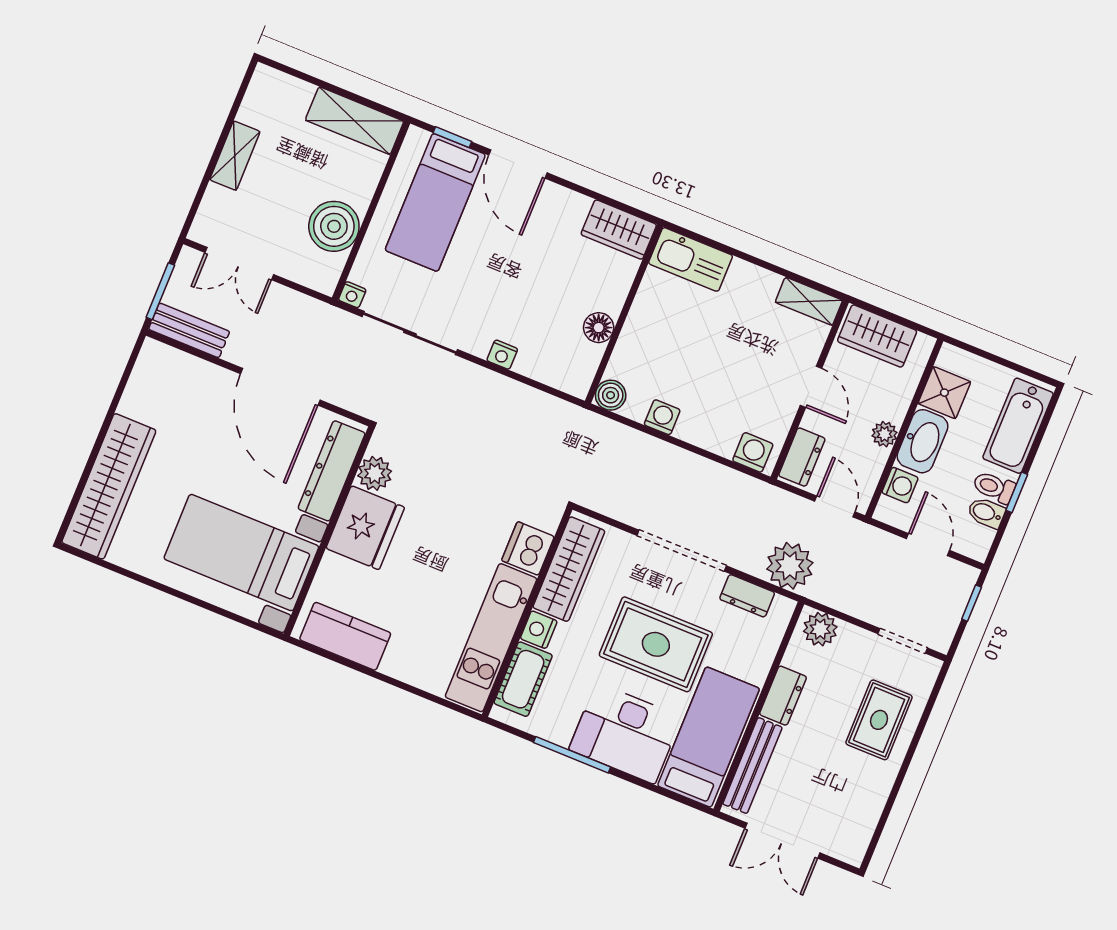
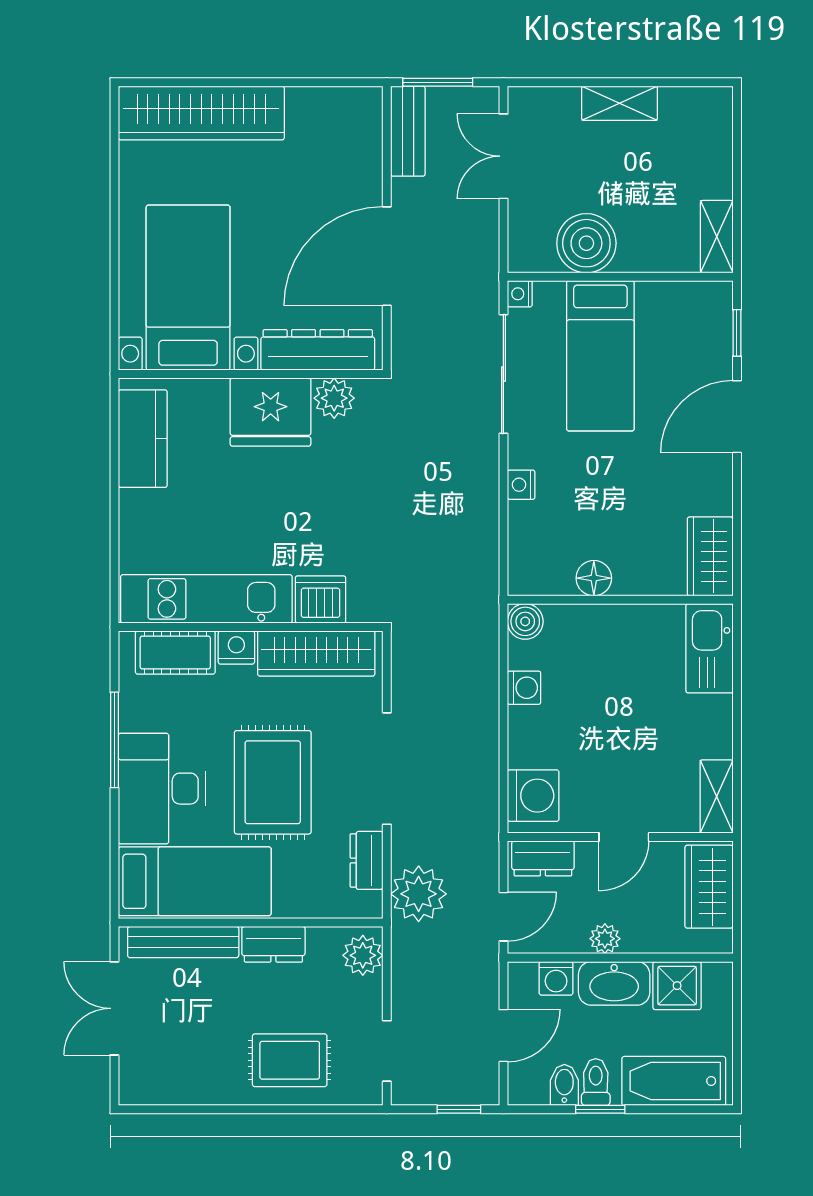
shelving: (355, 121) -> (717, 237), width x0.67, depth x0.75
bed: (435, 202) -> (600, 356), moved, turned -90
washing machine: (753, 452) -> (533, 796), width x1.38, depth x1.38

